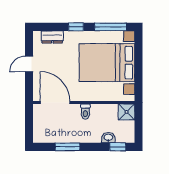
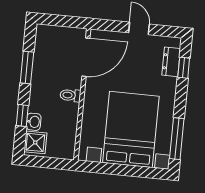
window: (76, 27) -> (184, 68), moved
shower: (127, 112) -> (35, 142), moved
window: (118, 147) -> (22, 115), moved

